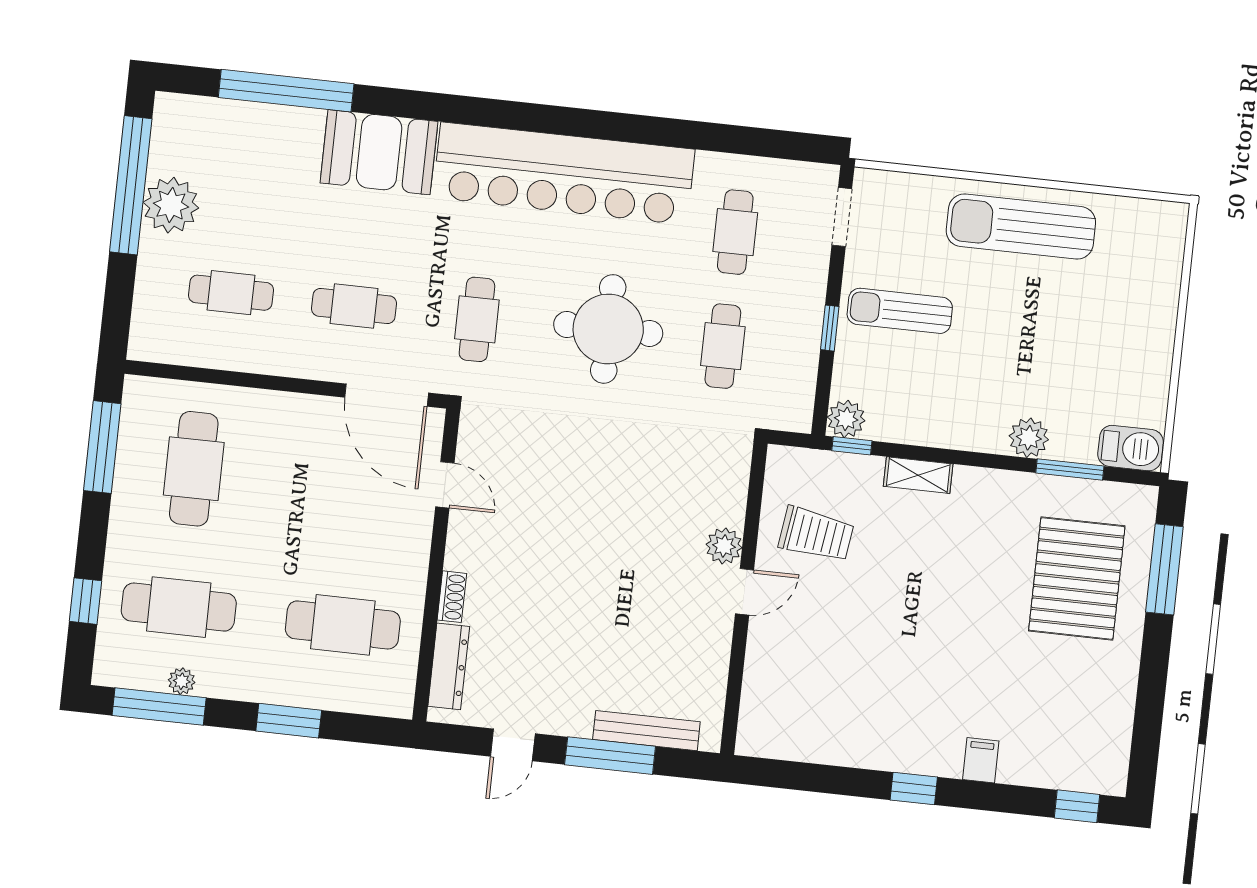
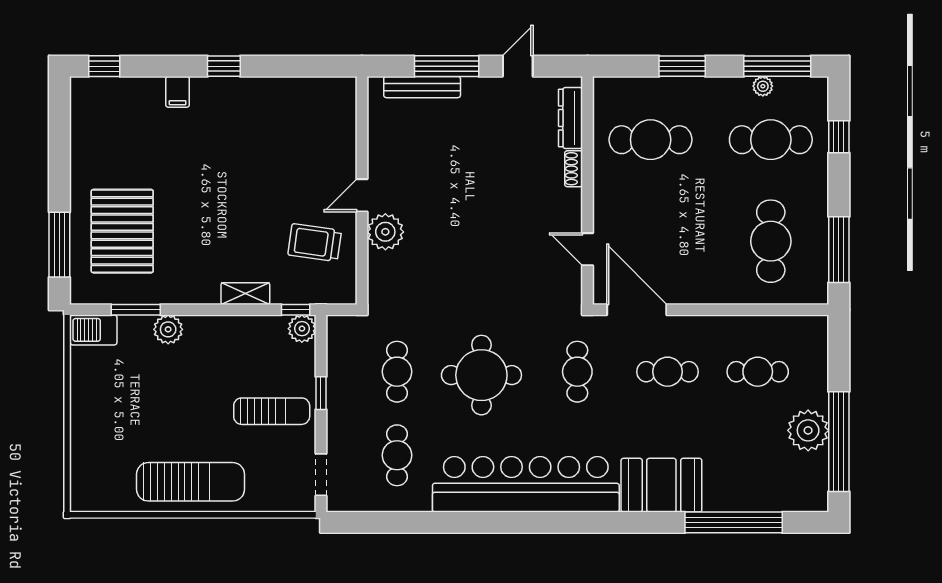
plant: (724, 546) -> (385, 232), width x1.36, depth x1.36

